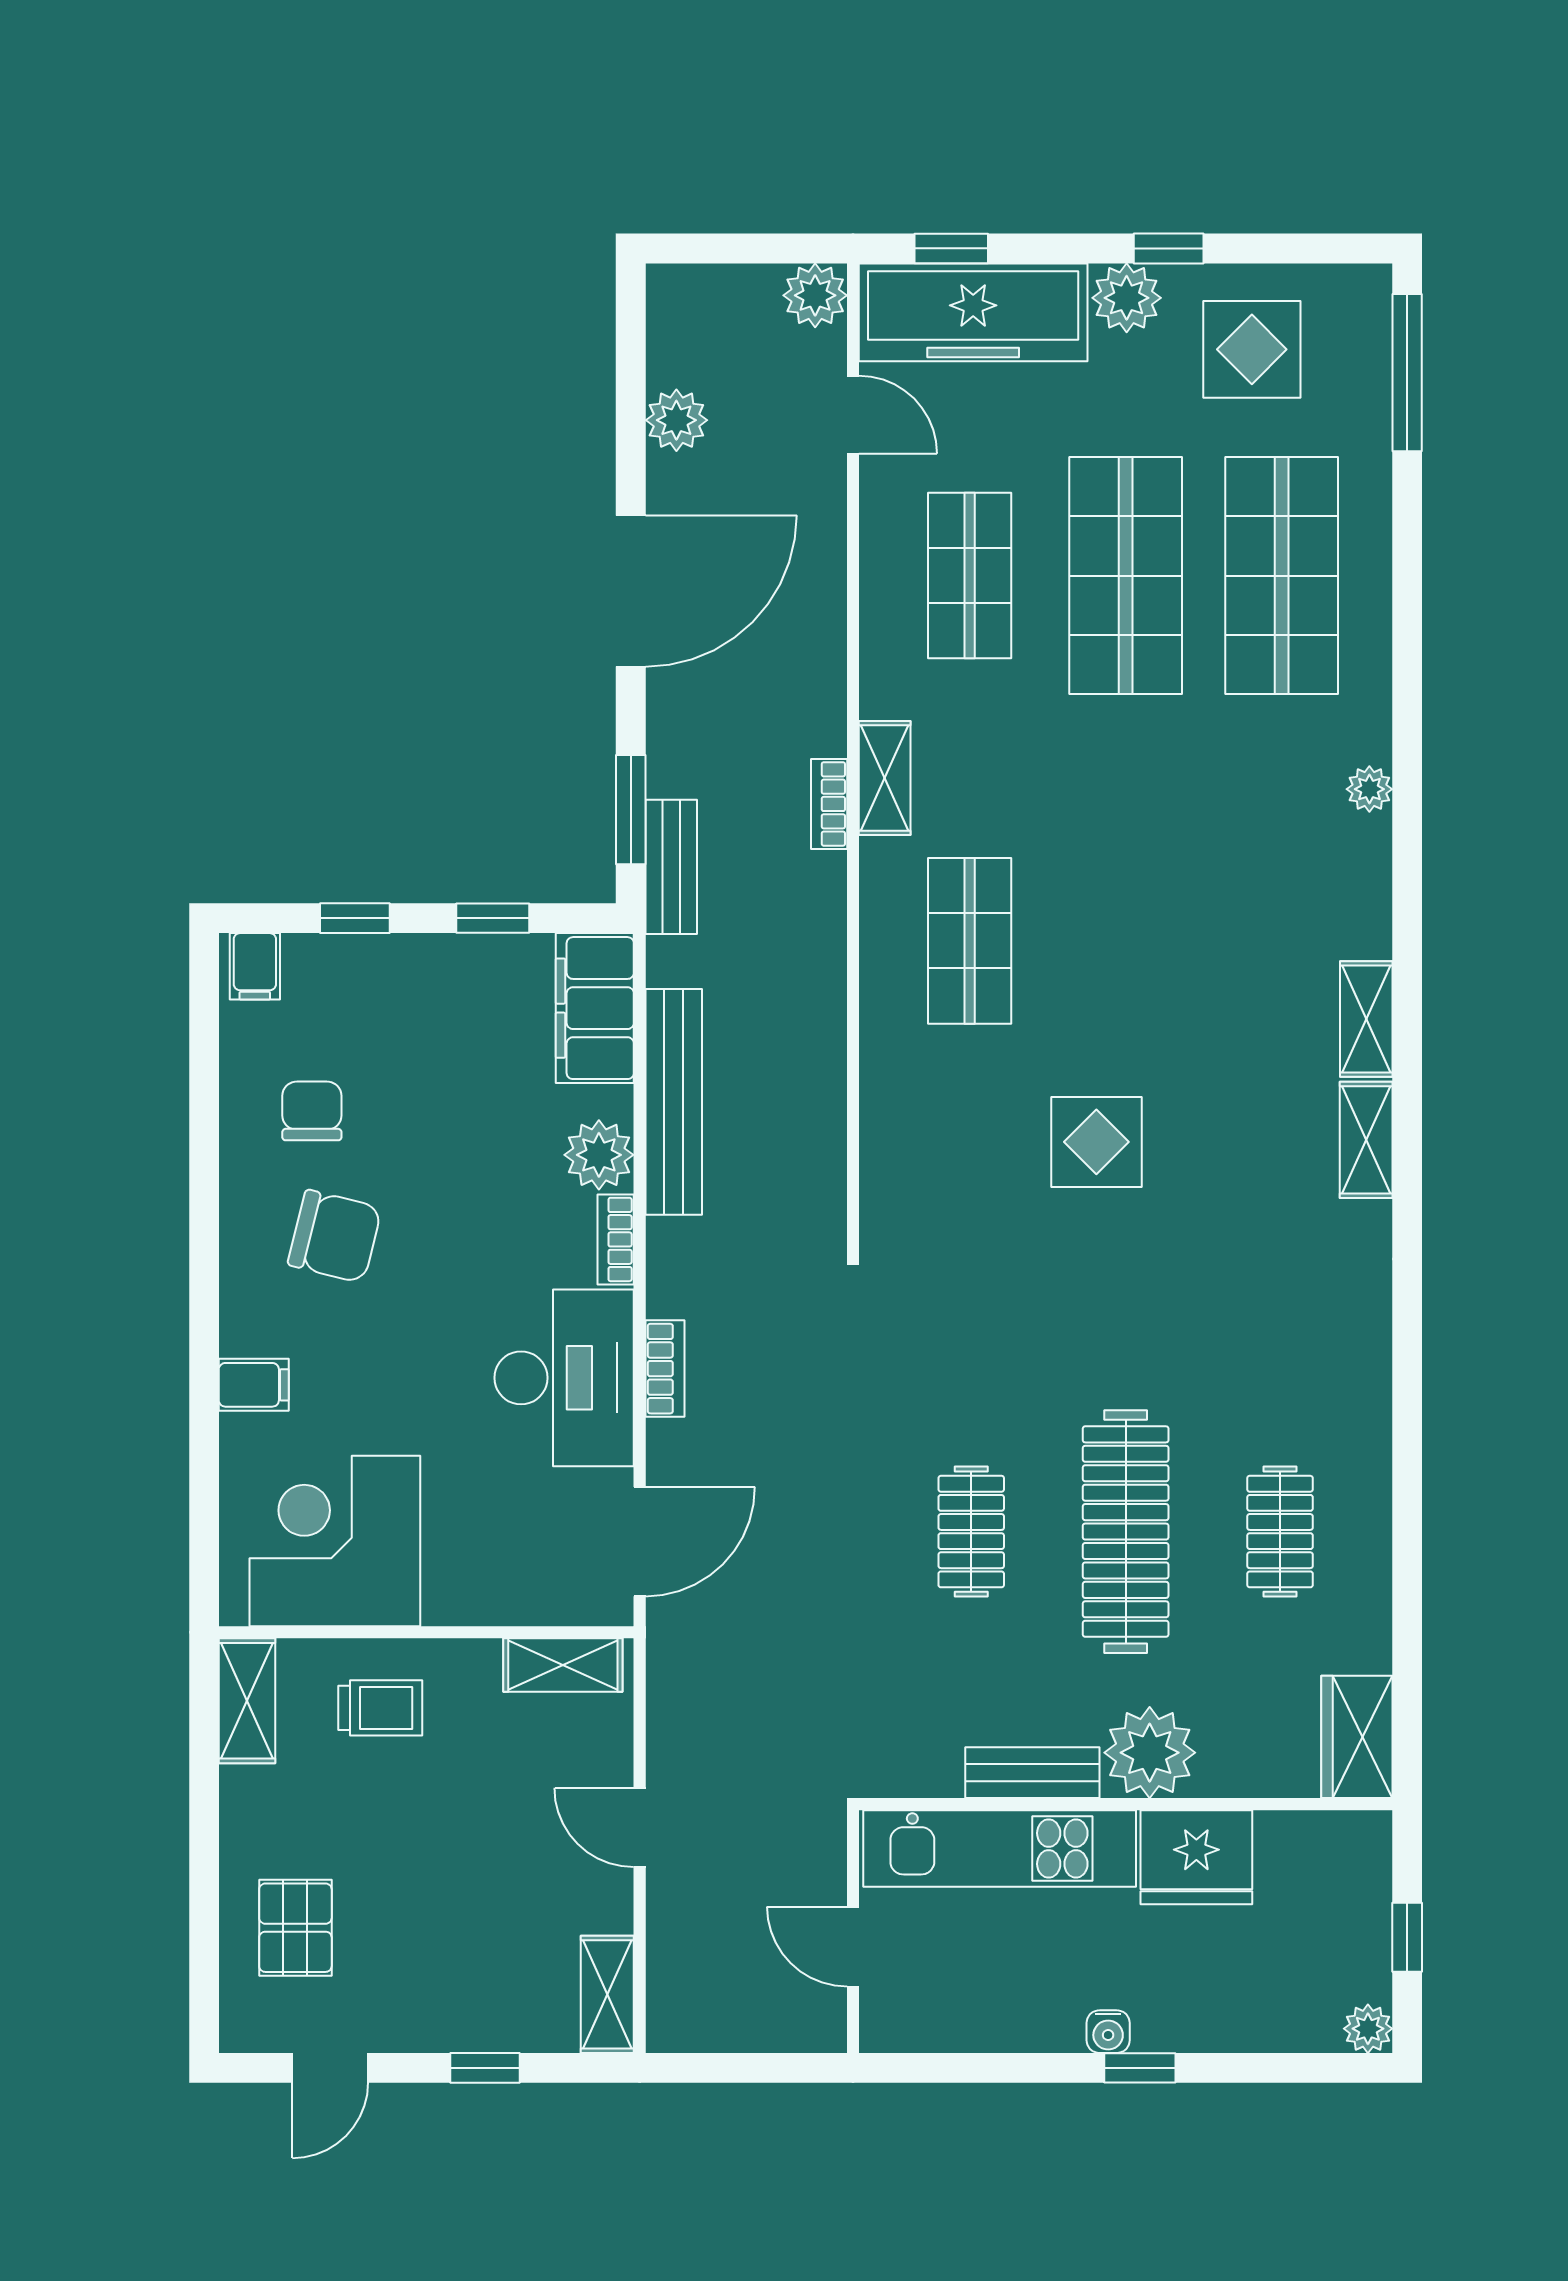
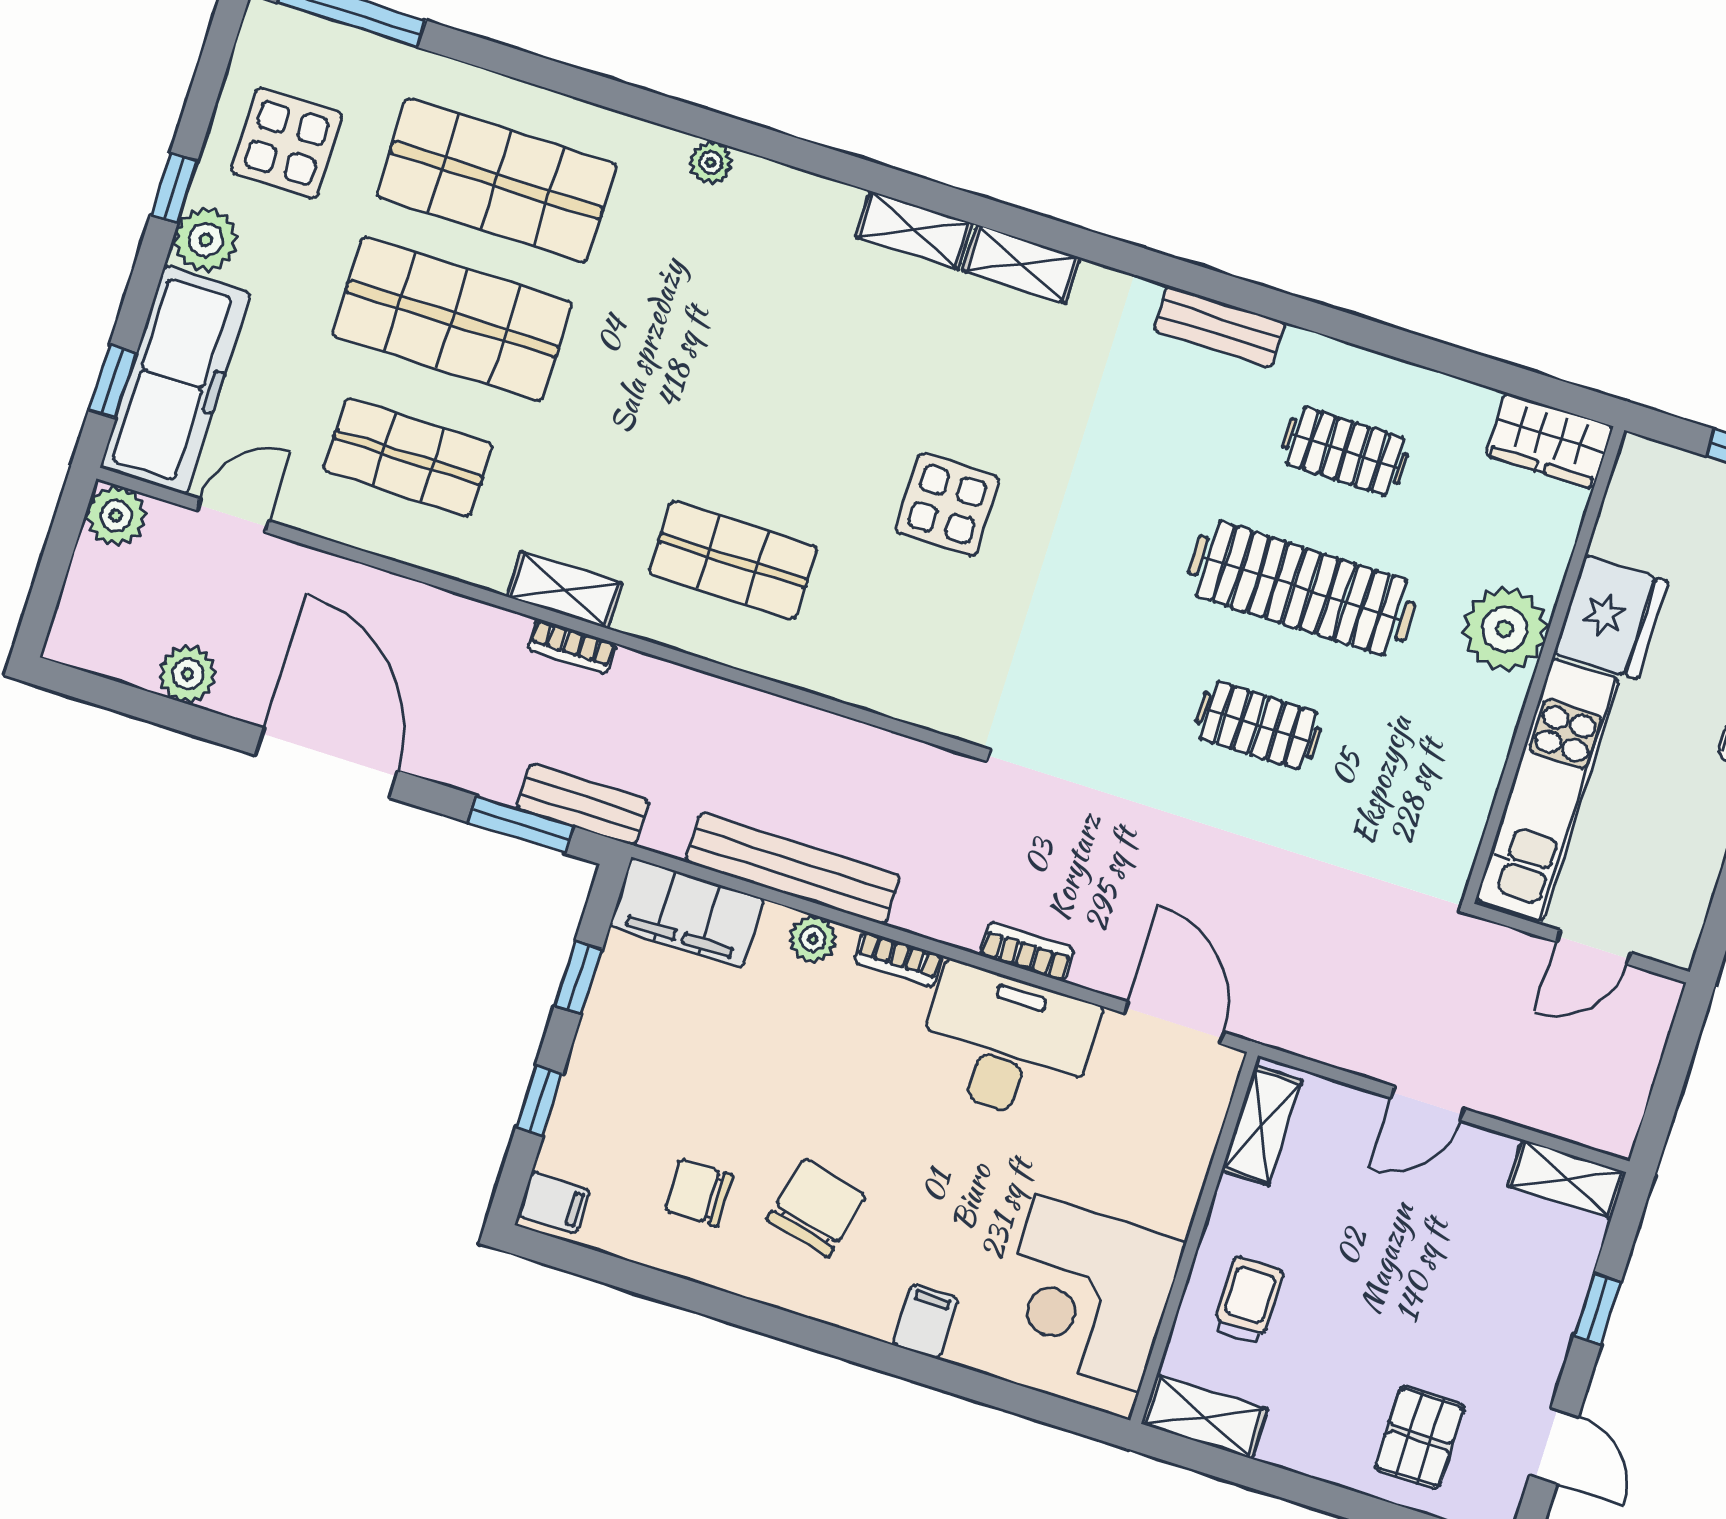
plant: (599, 1155) -> (813, 939), width x0.73, depth x0.73
bench: (1032, 1773) -> (1220, 326), moved, turned 90
pallet: (295, 1928) -> (1420, 1437), turned 90

